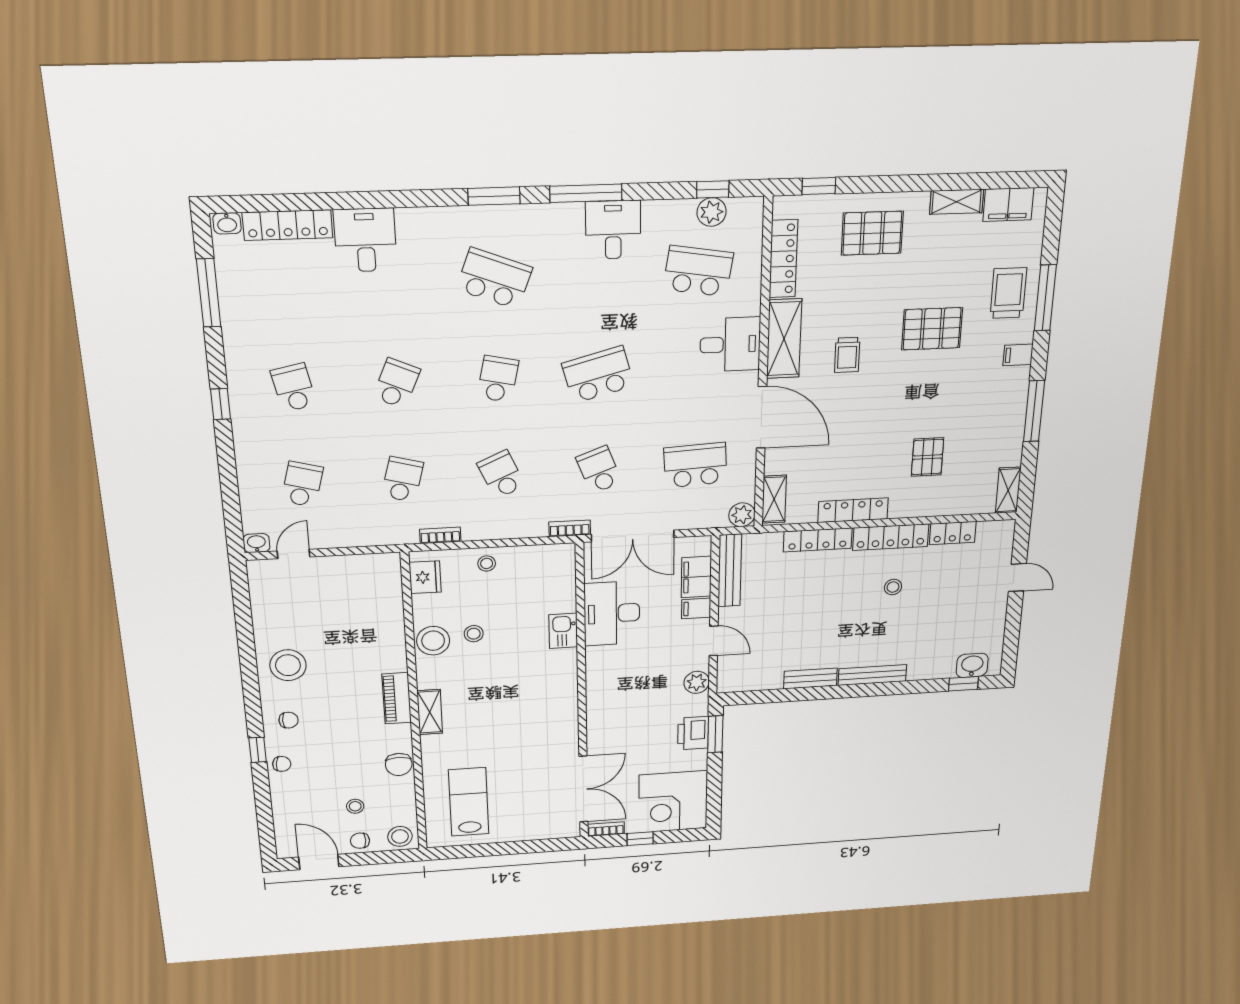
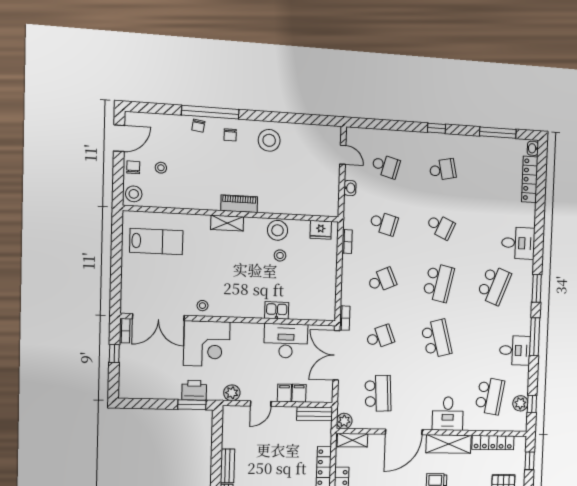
desk: (365, 240) -> (518, 243), moved
school desk: (498, 379) -> (438, 283), width x1.85
washbasin: (256, 543) -> (350, 188), moved
stool: (487, 563) -> (202, 306), moved
bench: (730, 571) -> (315, 414), width x0.73
filing cabinet: (696, 577) -> (299, 393), width x0.50
window: (258, 750) -> (210, 112), width x3.17
chair: (399, 764) -> (190, 199), removed
corner desk: (673, 802) -> (207, 344), moved, turned 180

